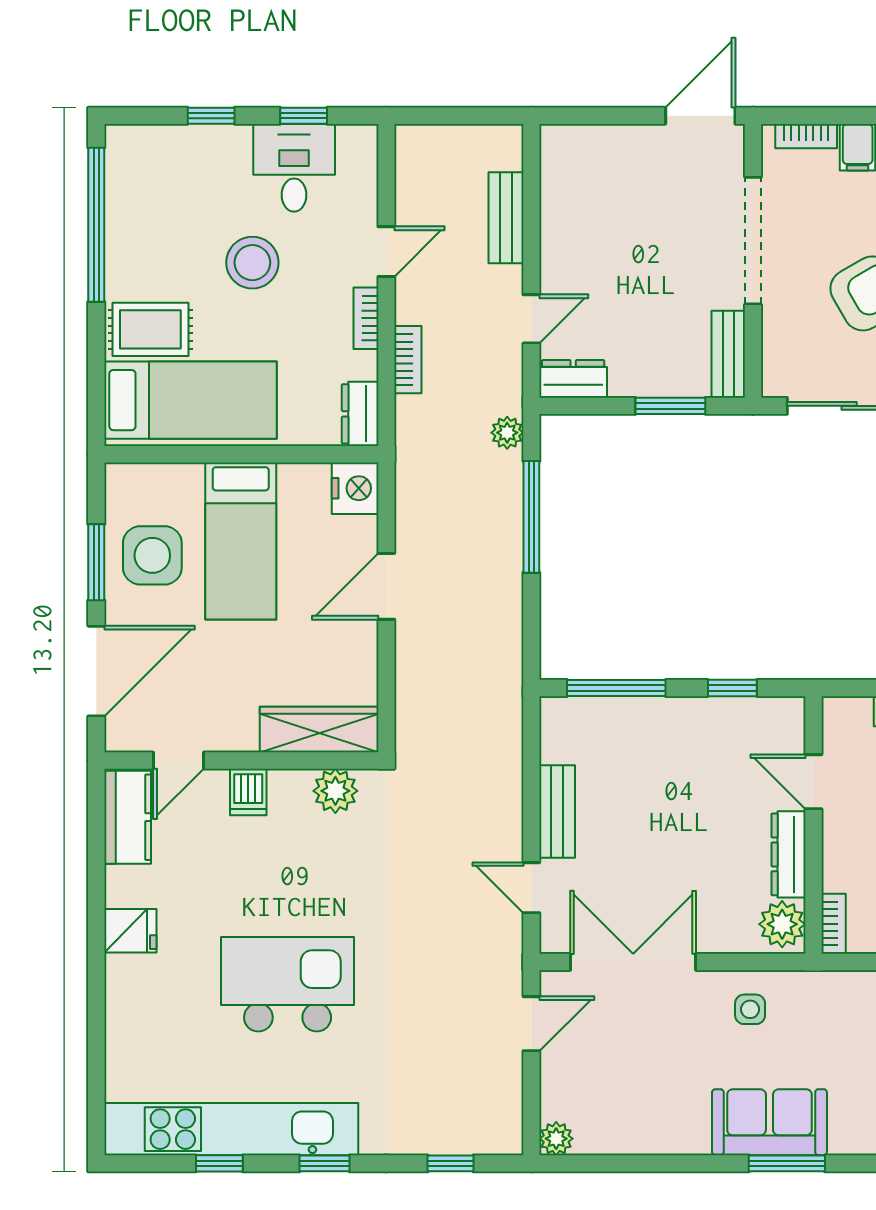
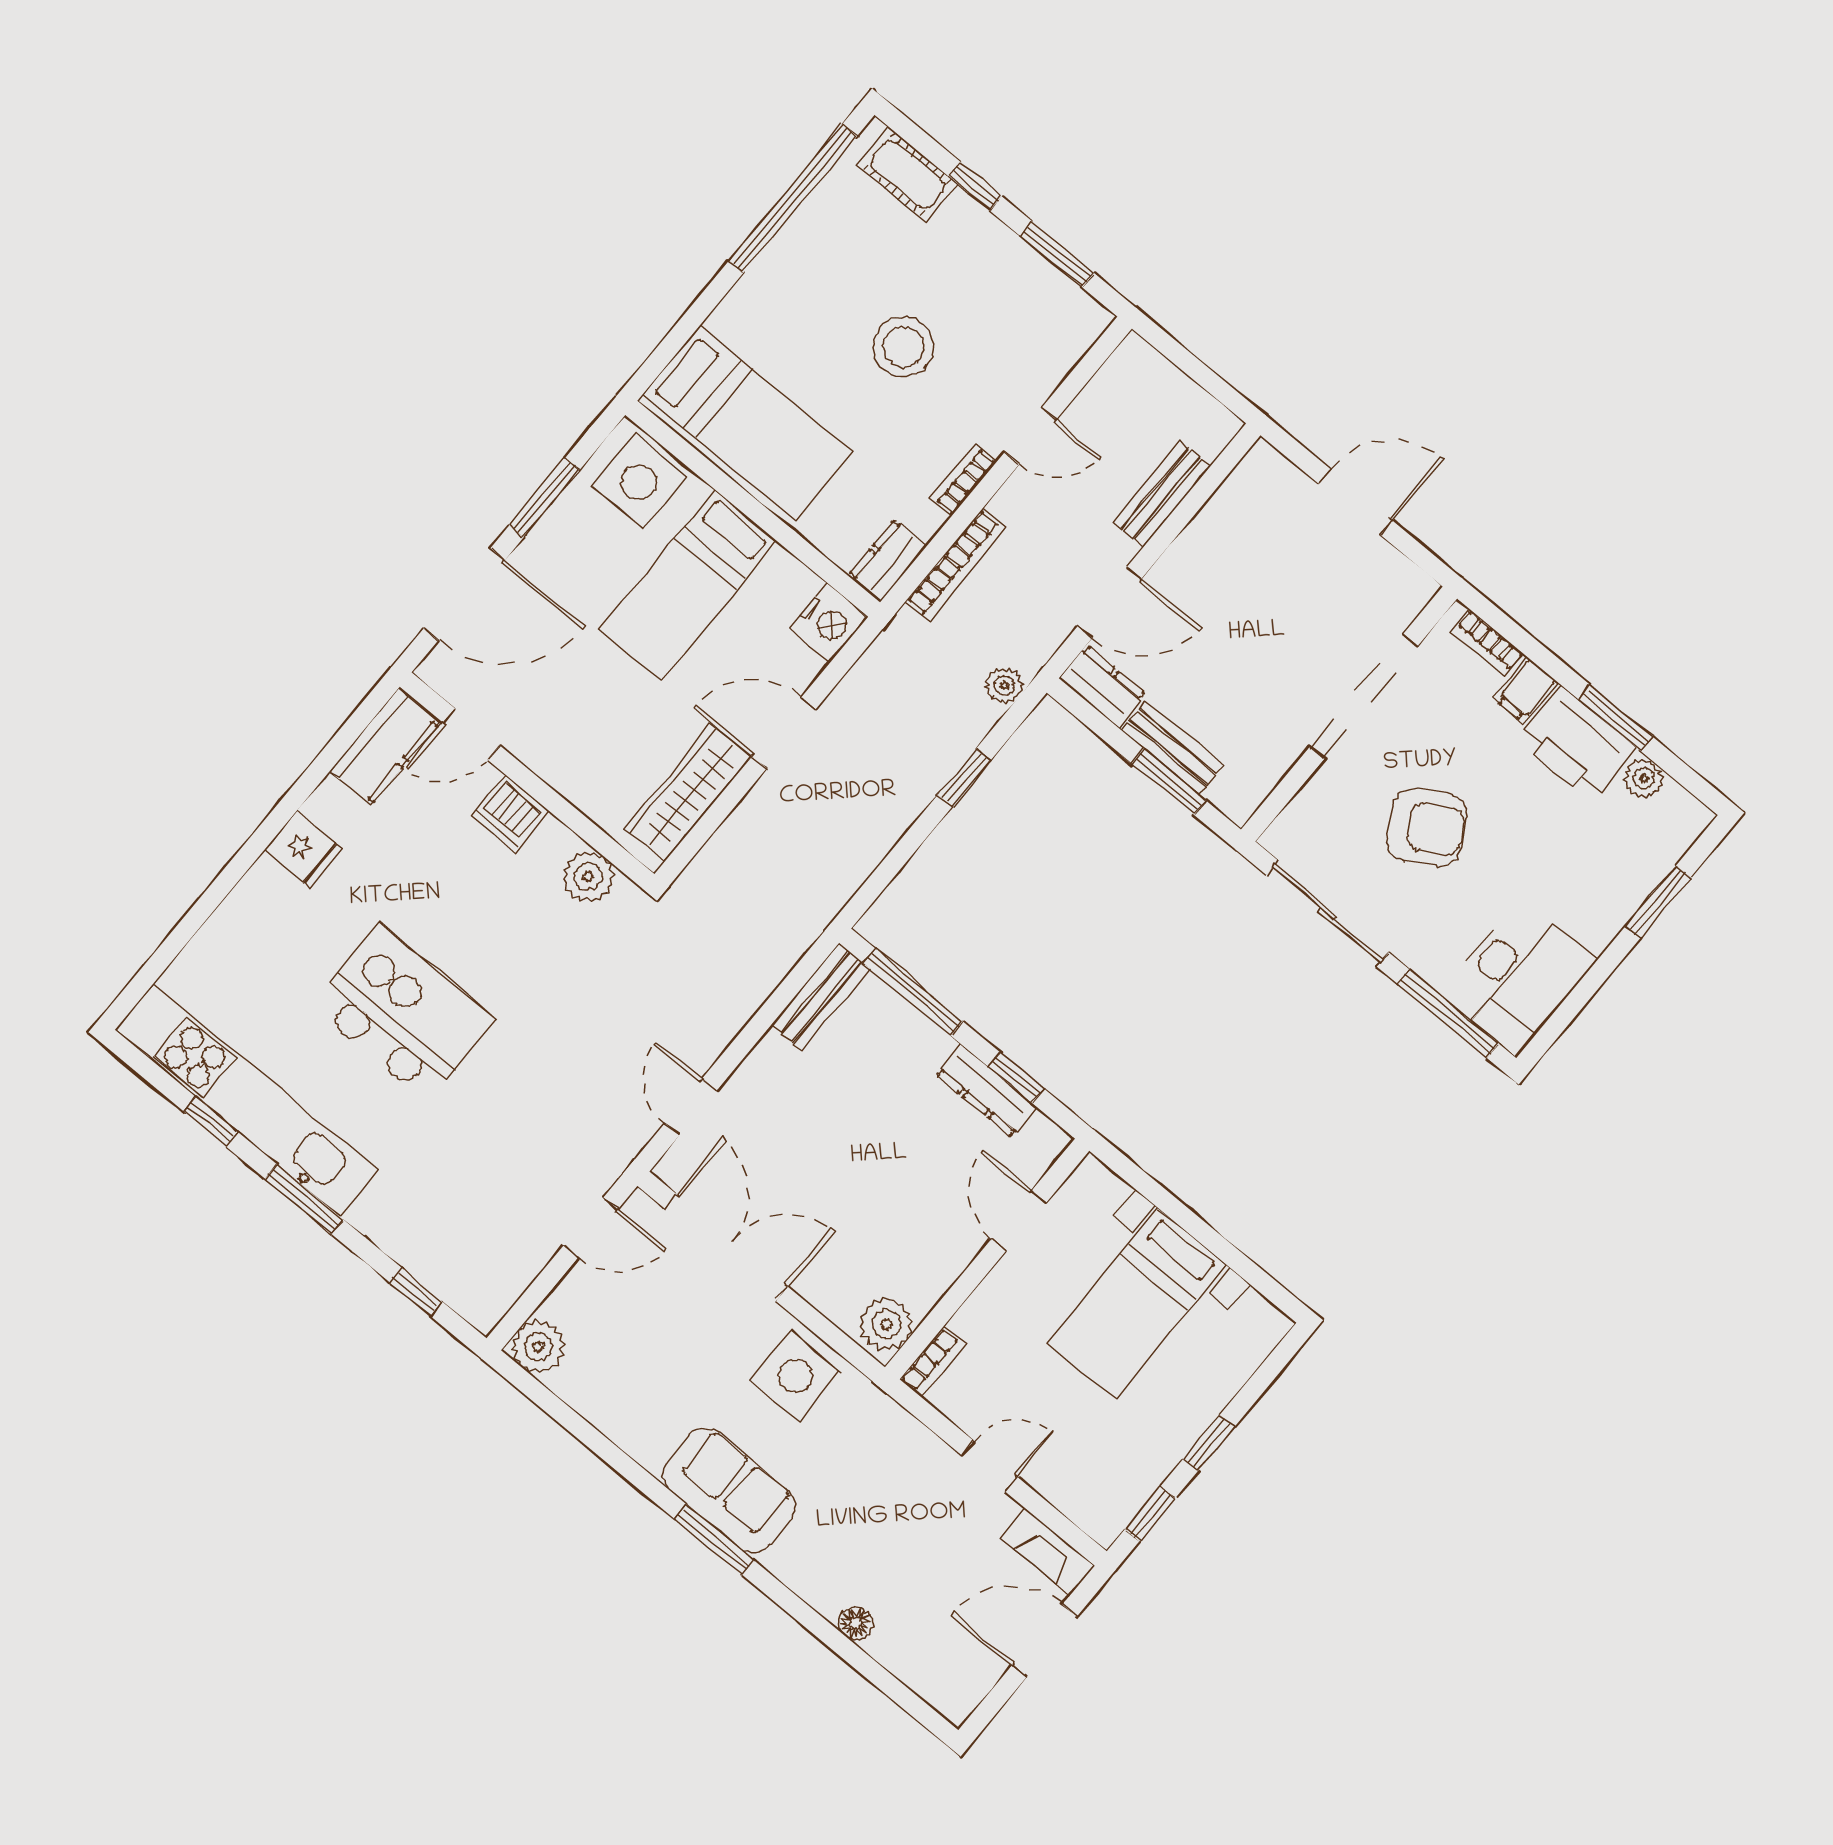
window: (304, 116) -> (1057, 254), width x1.50
door: (700, 116) -> (1355, 502), moved
cot: (159, 145) -> (908, 174), added
desk: (294, 168) -> (1010, 293), removed
door: (531, 319) -> (1110, 602), width x1.37
rug: (150, 329) -> (764, 331), removed
bench: (728, 354) -> (1172, 748), moved, turned 90
bookcase: (408, 360) -> (956, 564), width x1.56
window: (531, 517) -> (964, 778), width x0.46
side table: (152, 555) -> (639, 482), moved
wardrobe: (319, 730) -> (688, 793), moved, turned -90
dishwasher: (248, 792) -> (510, 813), width x1.38
bench: (557, 811) -> (821, 997), moved
dresser: (788, 854) -> (987, 1091), moved, turned -90
side table: (750, 1009) -> (795, 1376), width x1.87, depth x1.87
plant: (556, 1139) -> (538, 1347), width x1.38, depth x1.38
window: (324, 1163) -> (304, 1199), width x1.50

